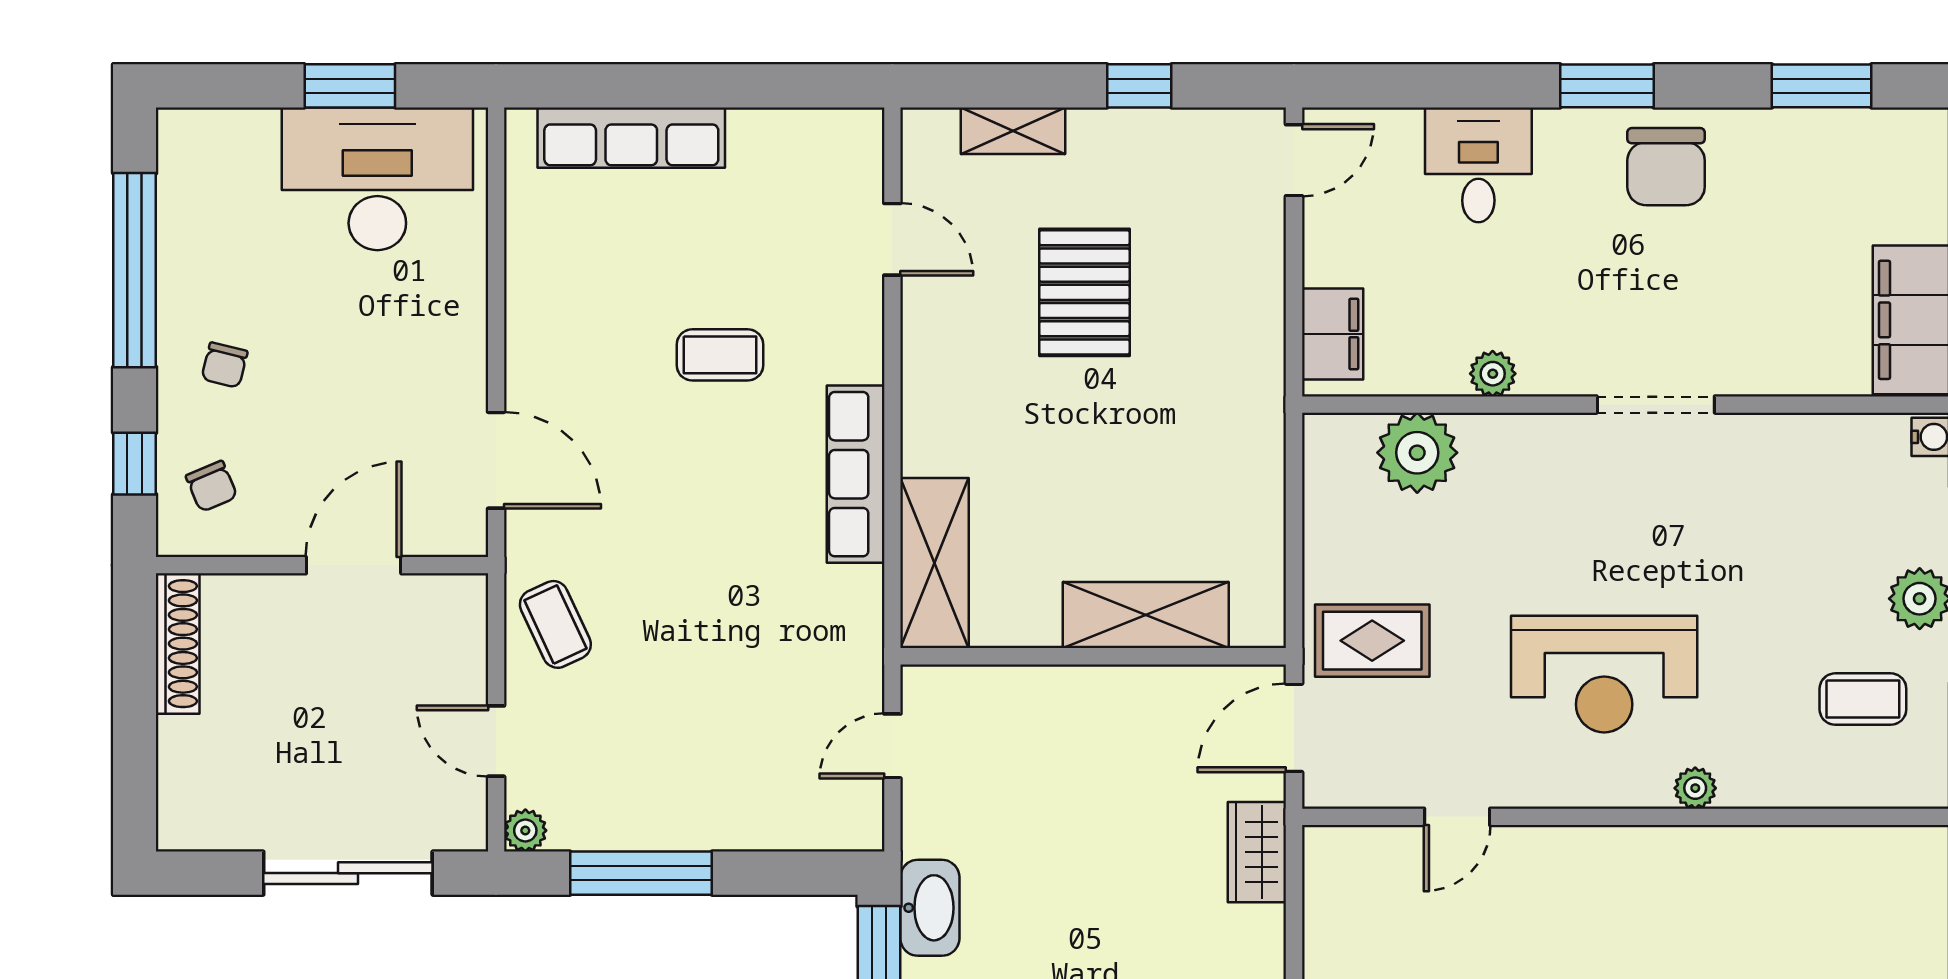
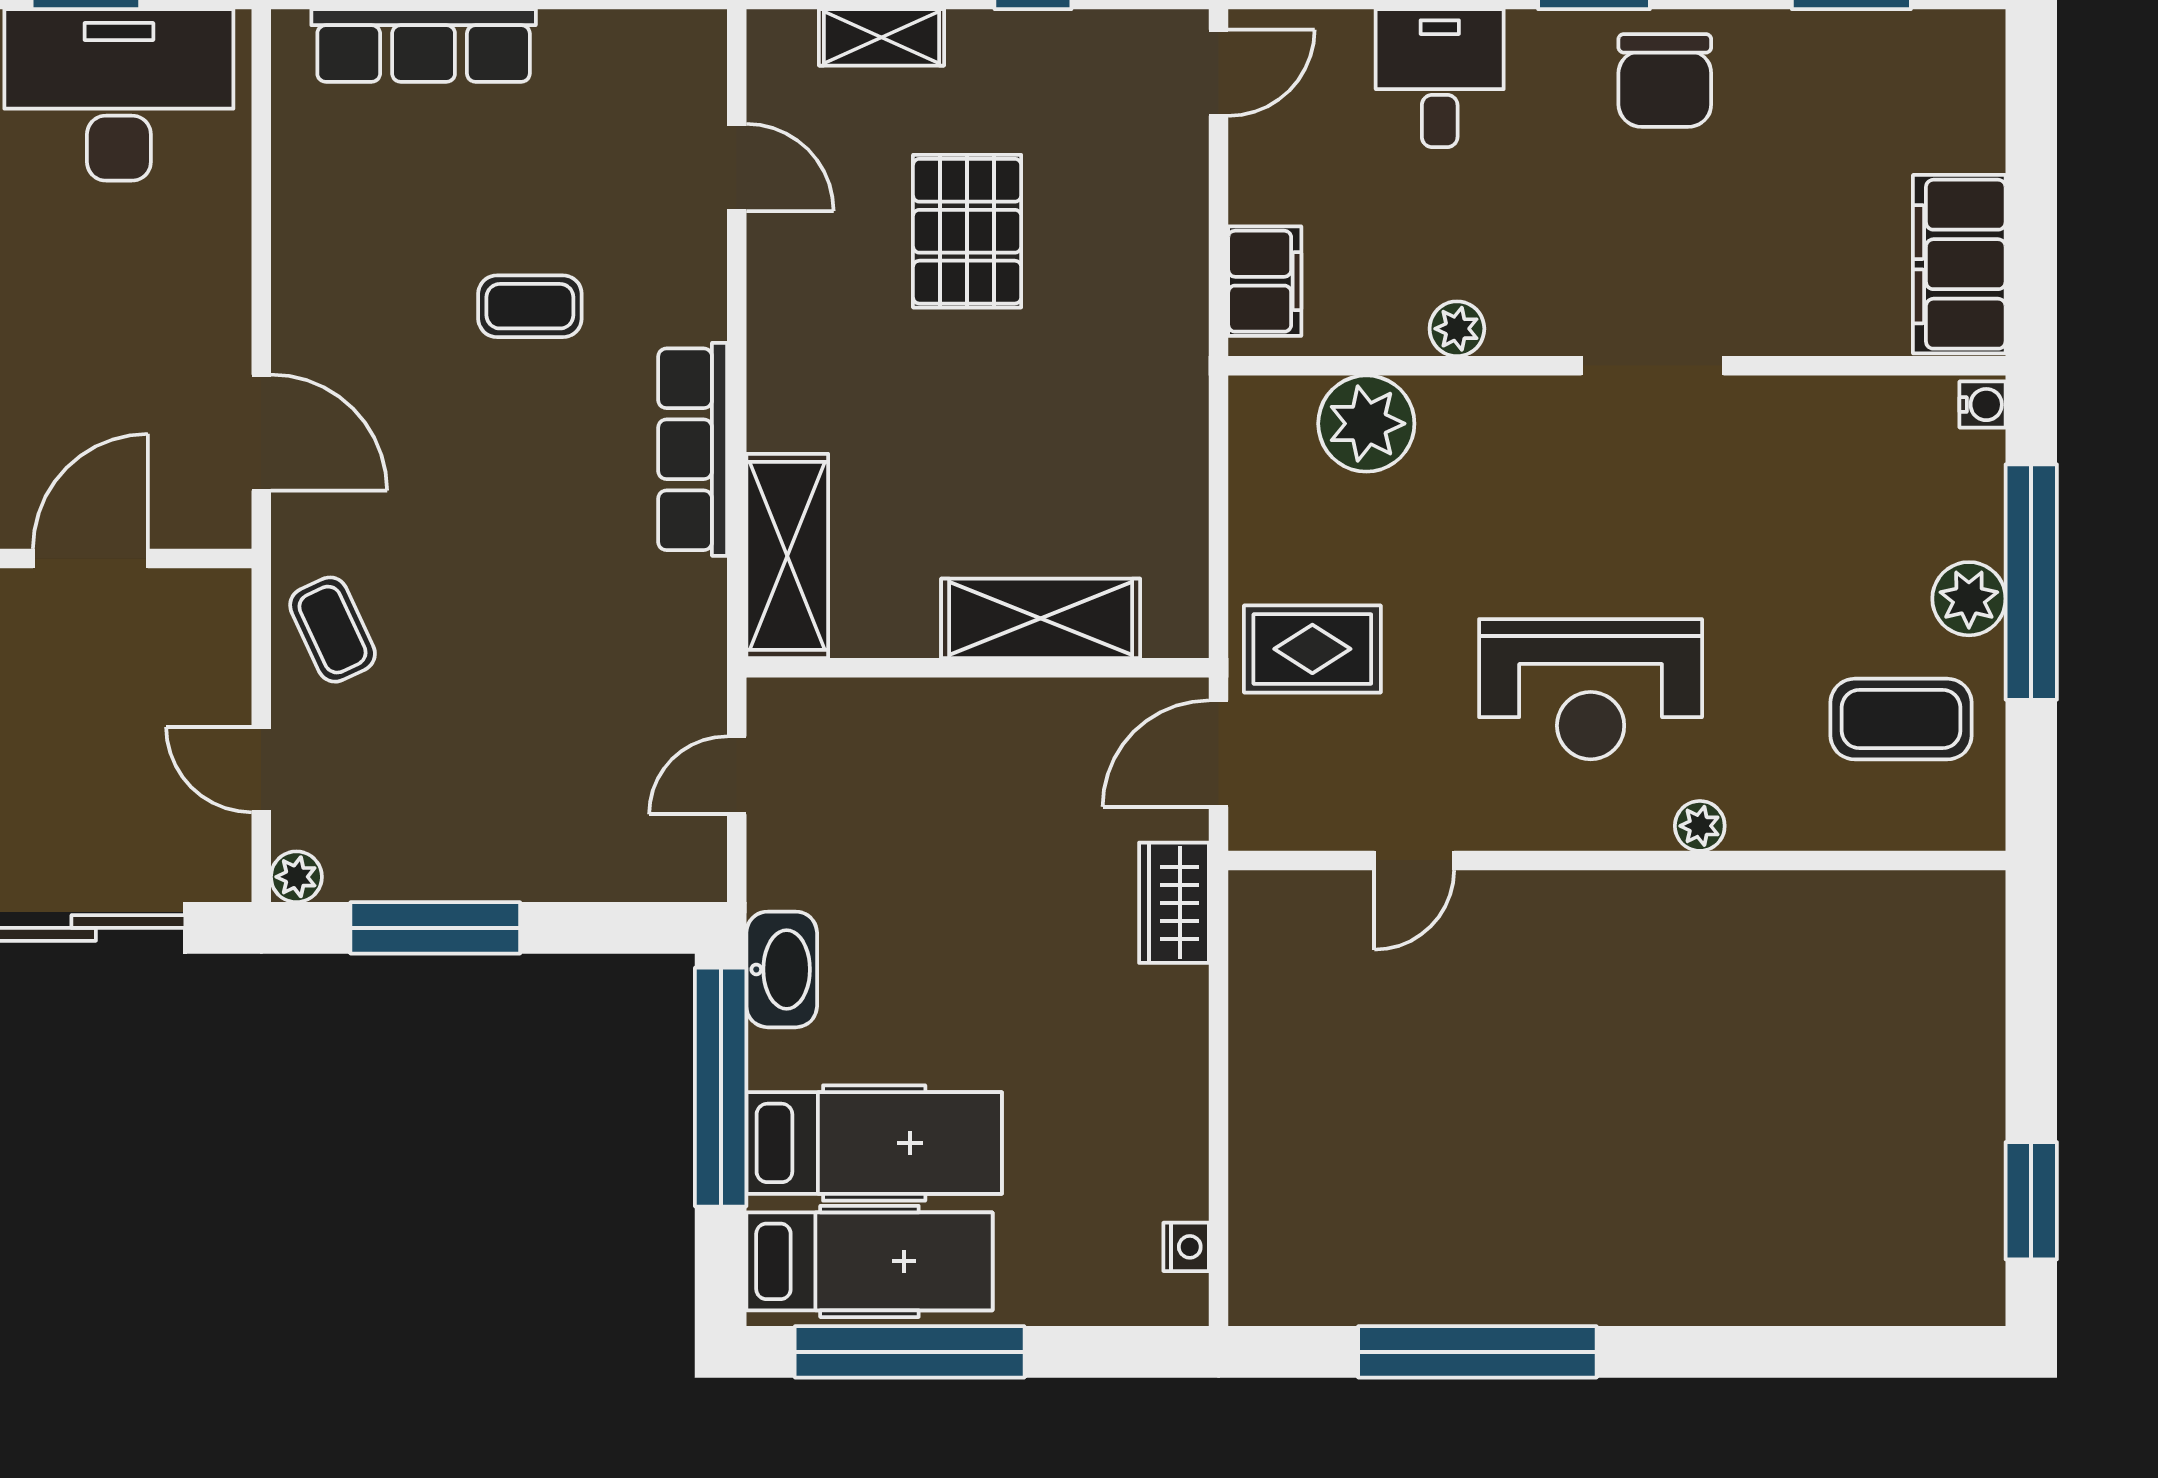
coffee table: (1863, 699) -> (1901, 719), width x1.36, depth x1.30

